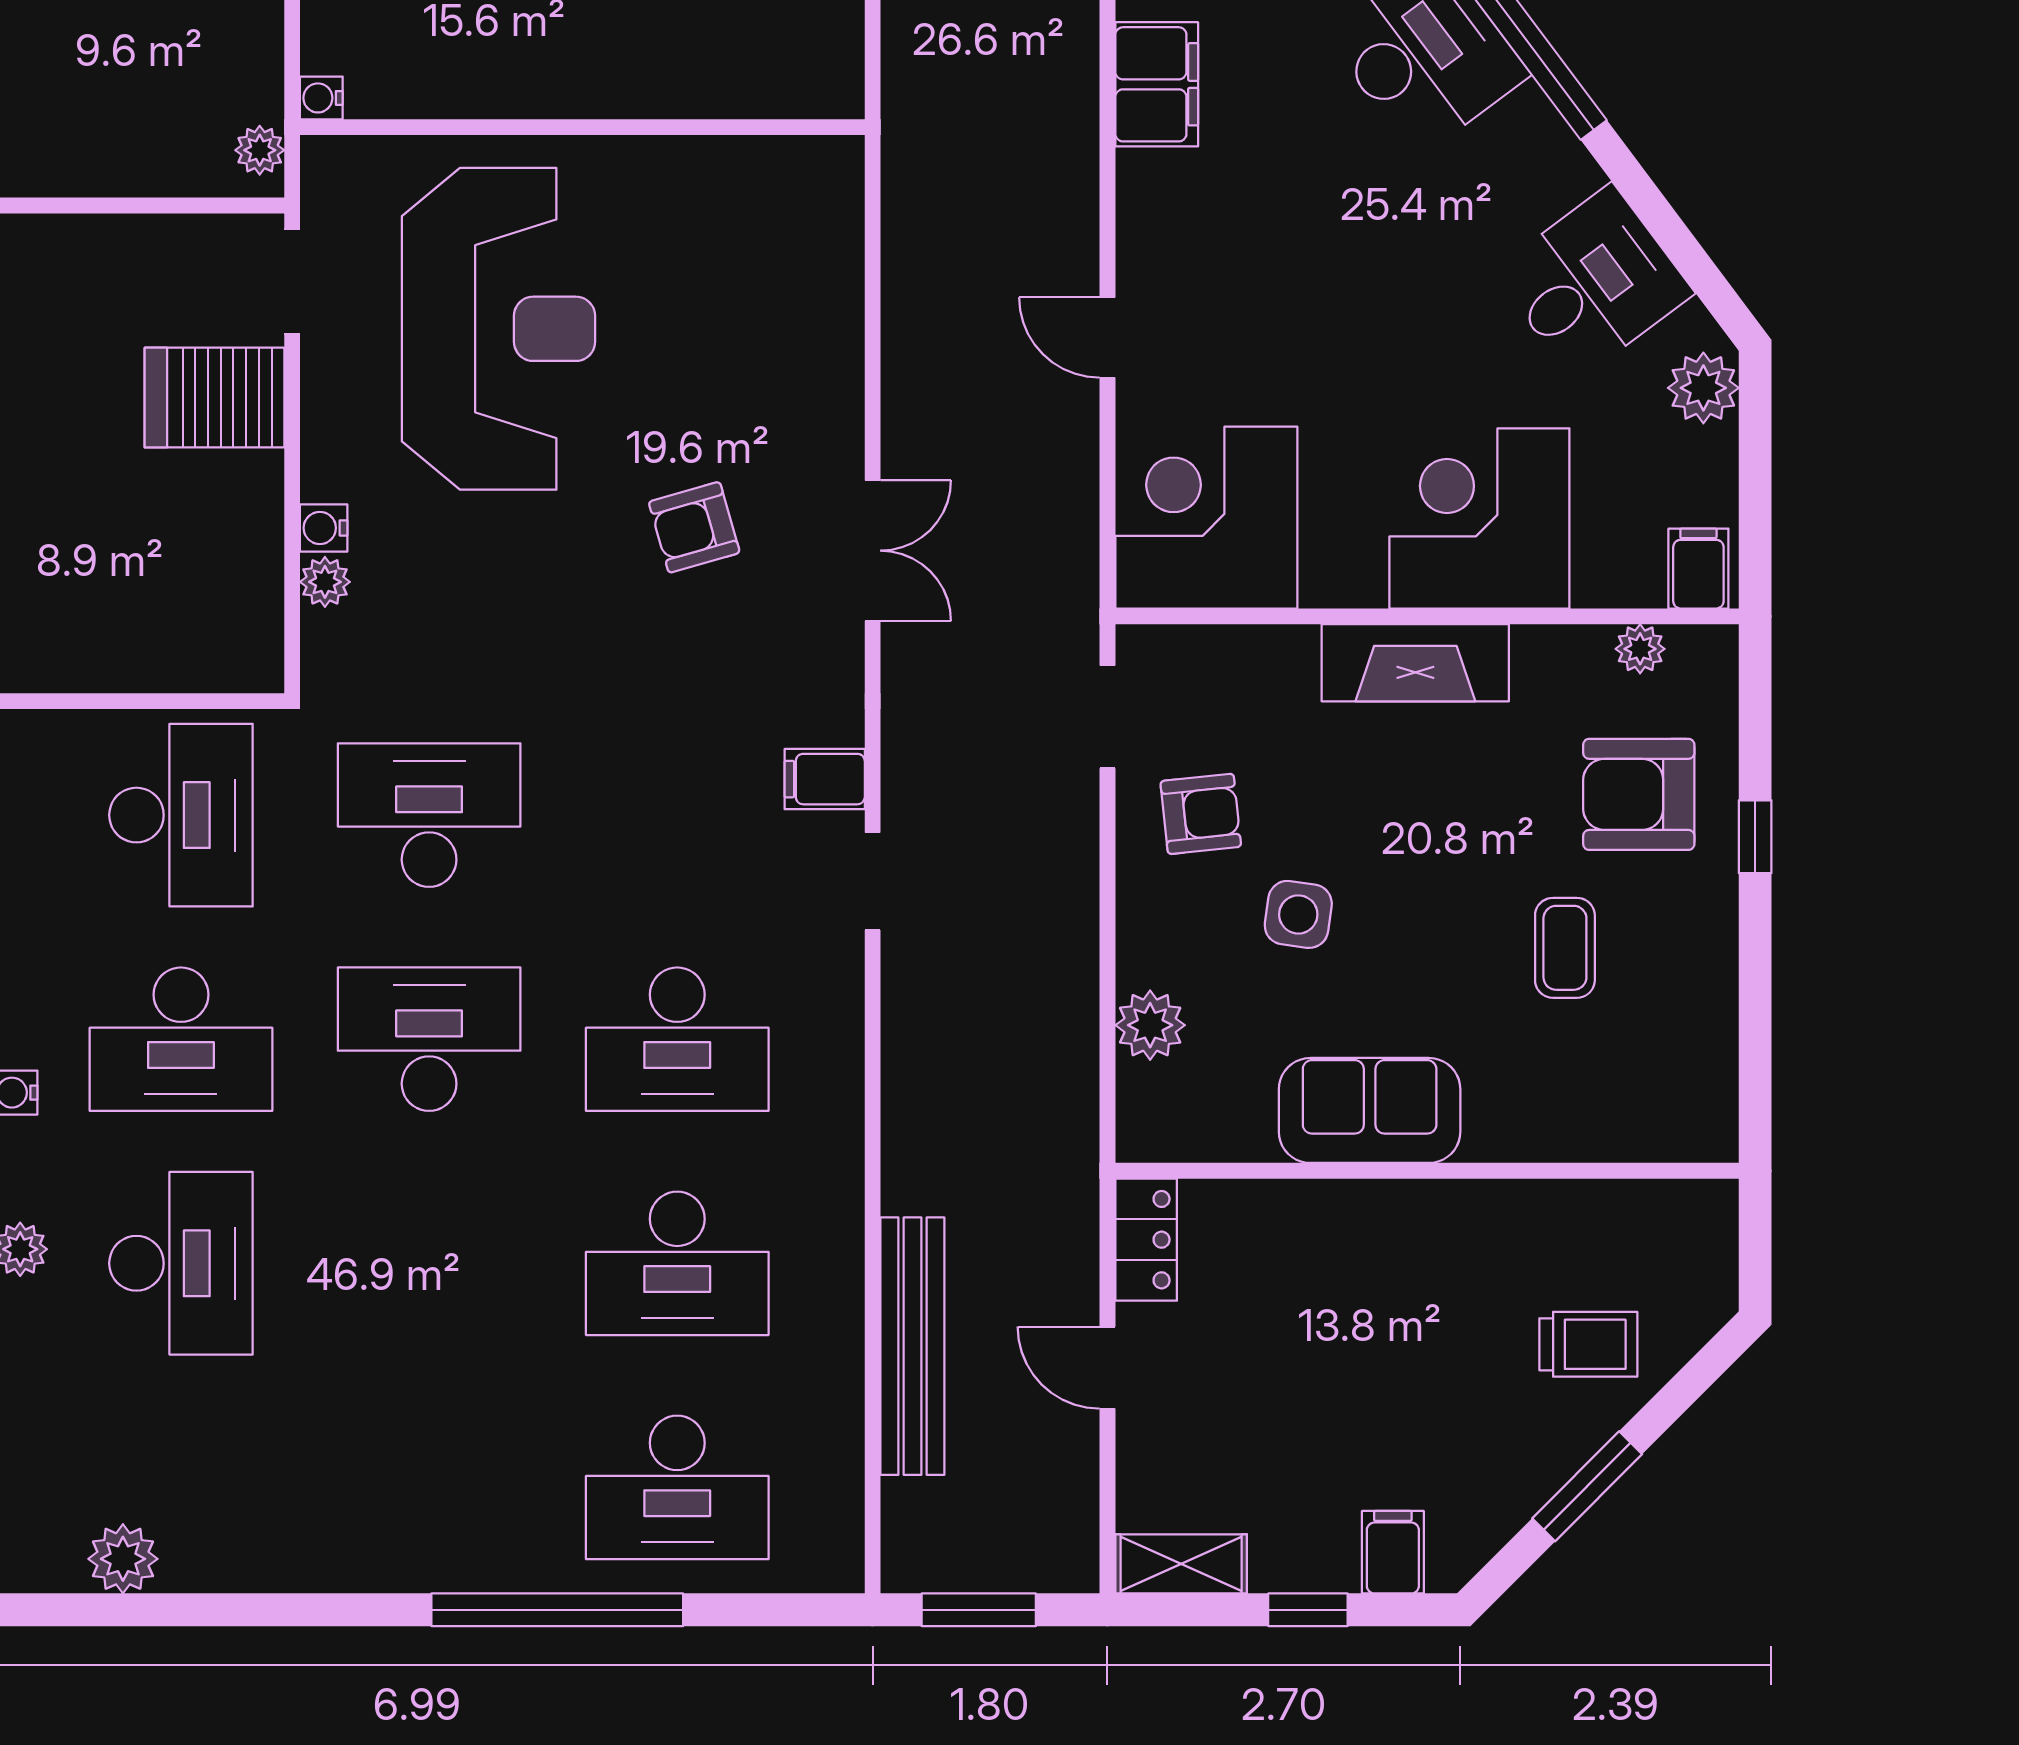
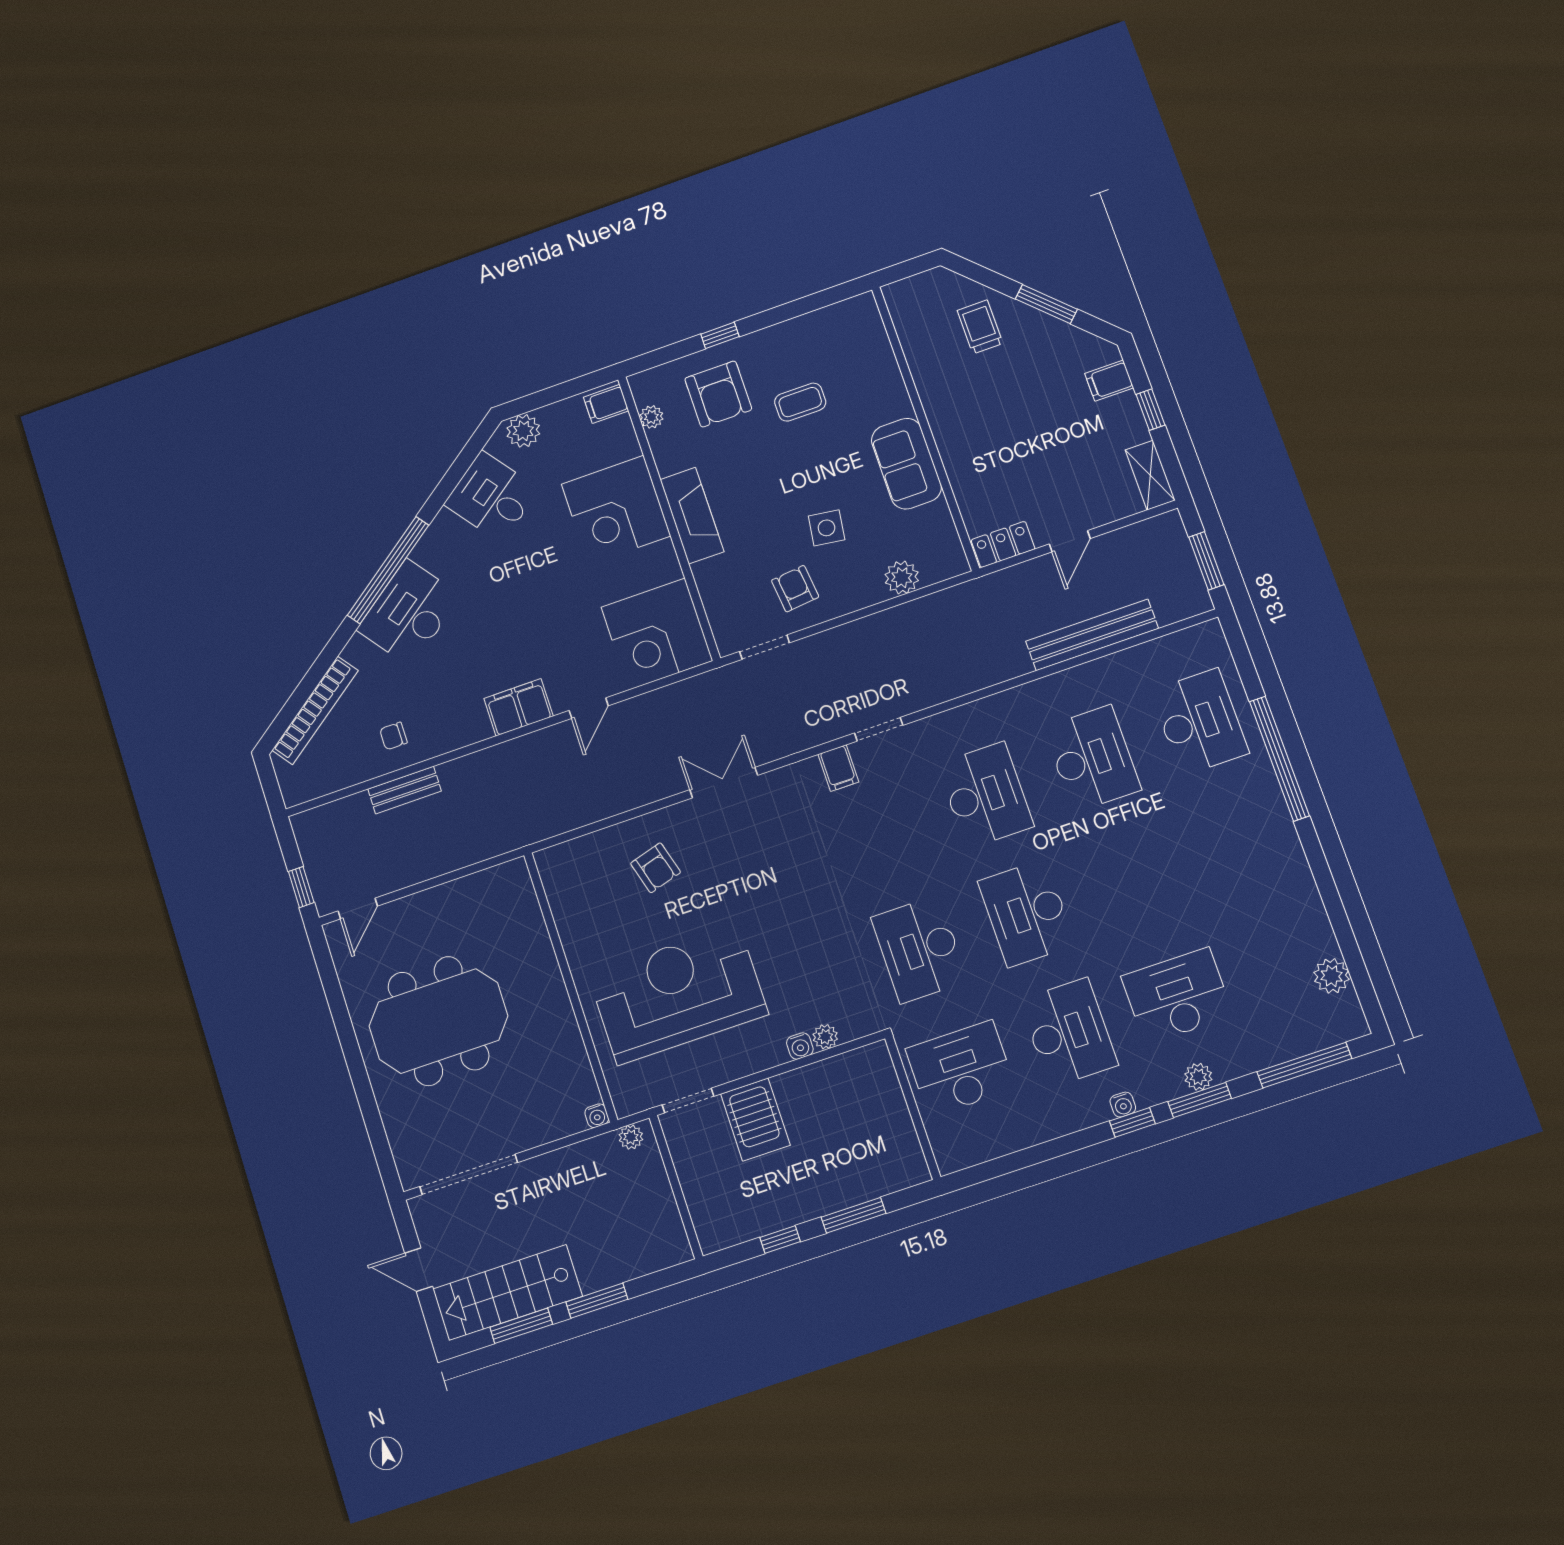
filing cabinet: (1157, 84) -> (519, 707), moved
armchair: (694, 527) -> (656, 868), moved

